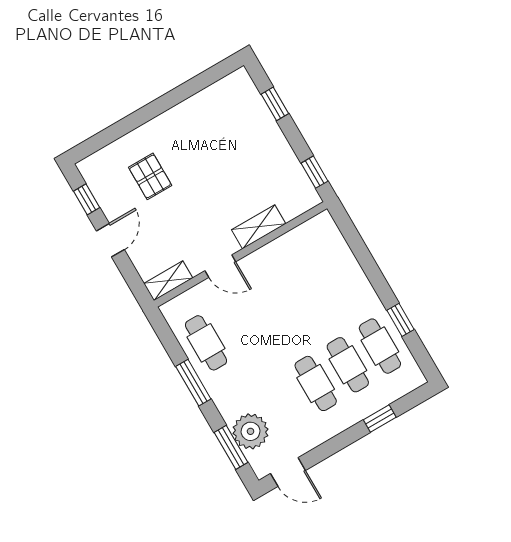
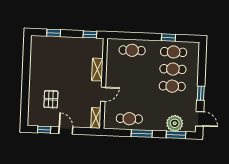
pallet: (150, 176) -> (51, 99), turned 90
cafe table: (335, 268) -> (132, 50), added
window: (380, 419) -> (201, 93), moved
door: (288, 472) -> (200, 119), hinge flipped

